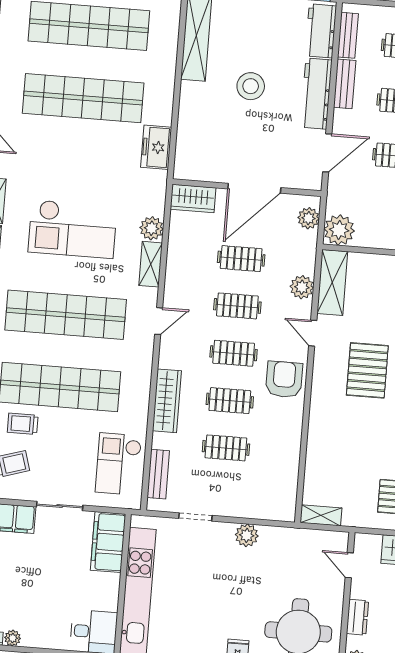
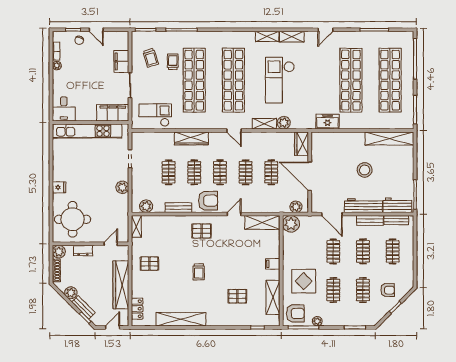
plant: (302, 287) -> (146, 206), moved
pallet: (367, 370) -> (202, 231), moved, width x0.67, depth x0.71
bench: (158, 474) -> (178, 208), moved

